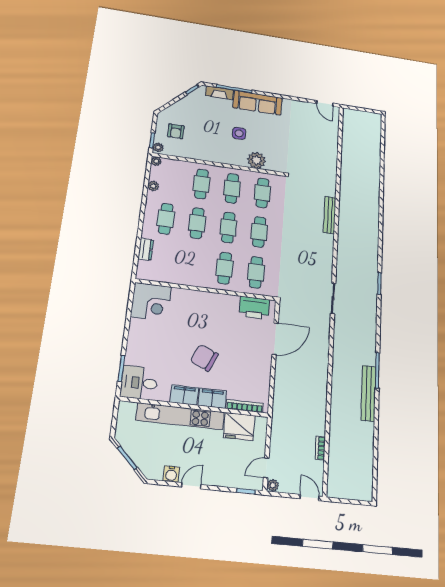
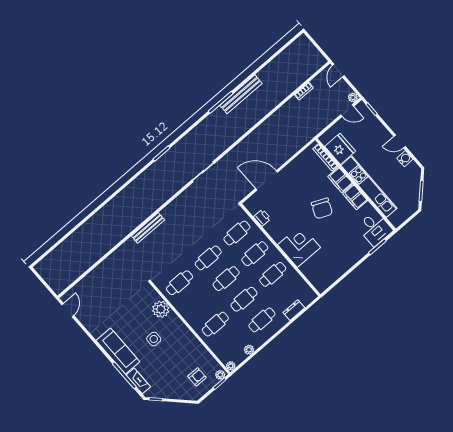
cafe table: (232, 188) -> (273, 274), moved
corner desk: (151, 302) -> (299, 246), moved
printer: (254, 308) -> (262, 218), width x0.53, depth x0.68

